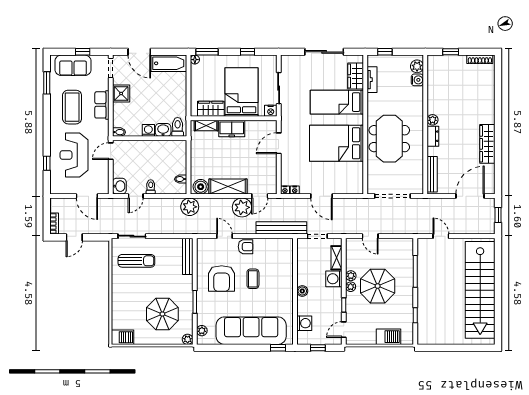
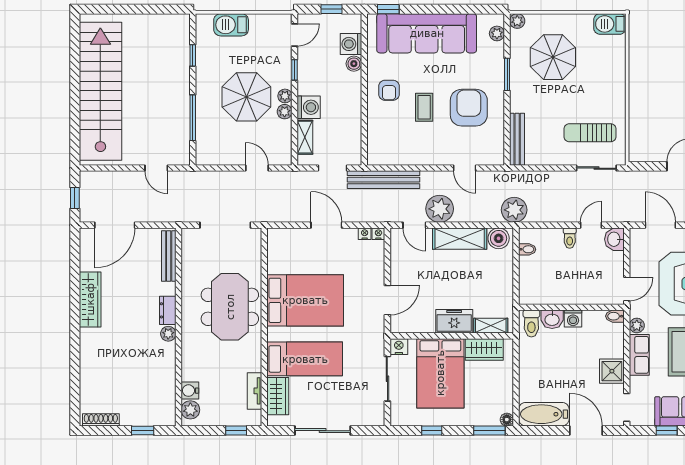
plant: (104, 126) -> (637, 325), added
door: (260, 196) -> (414, 225), swing flipped
armchair: (246, 247) -> (389, 90), moved, turned -90
boiler: (302, 291) -> (354, 64), moved

